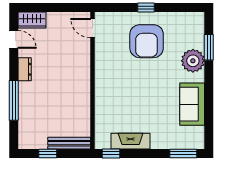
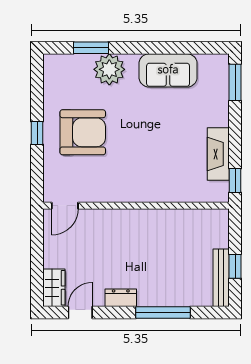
bench: (69, 143) -> (221, 278), moved

